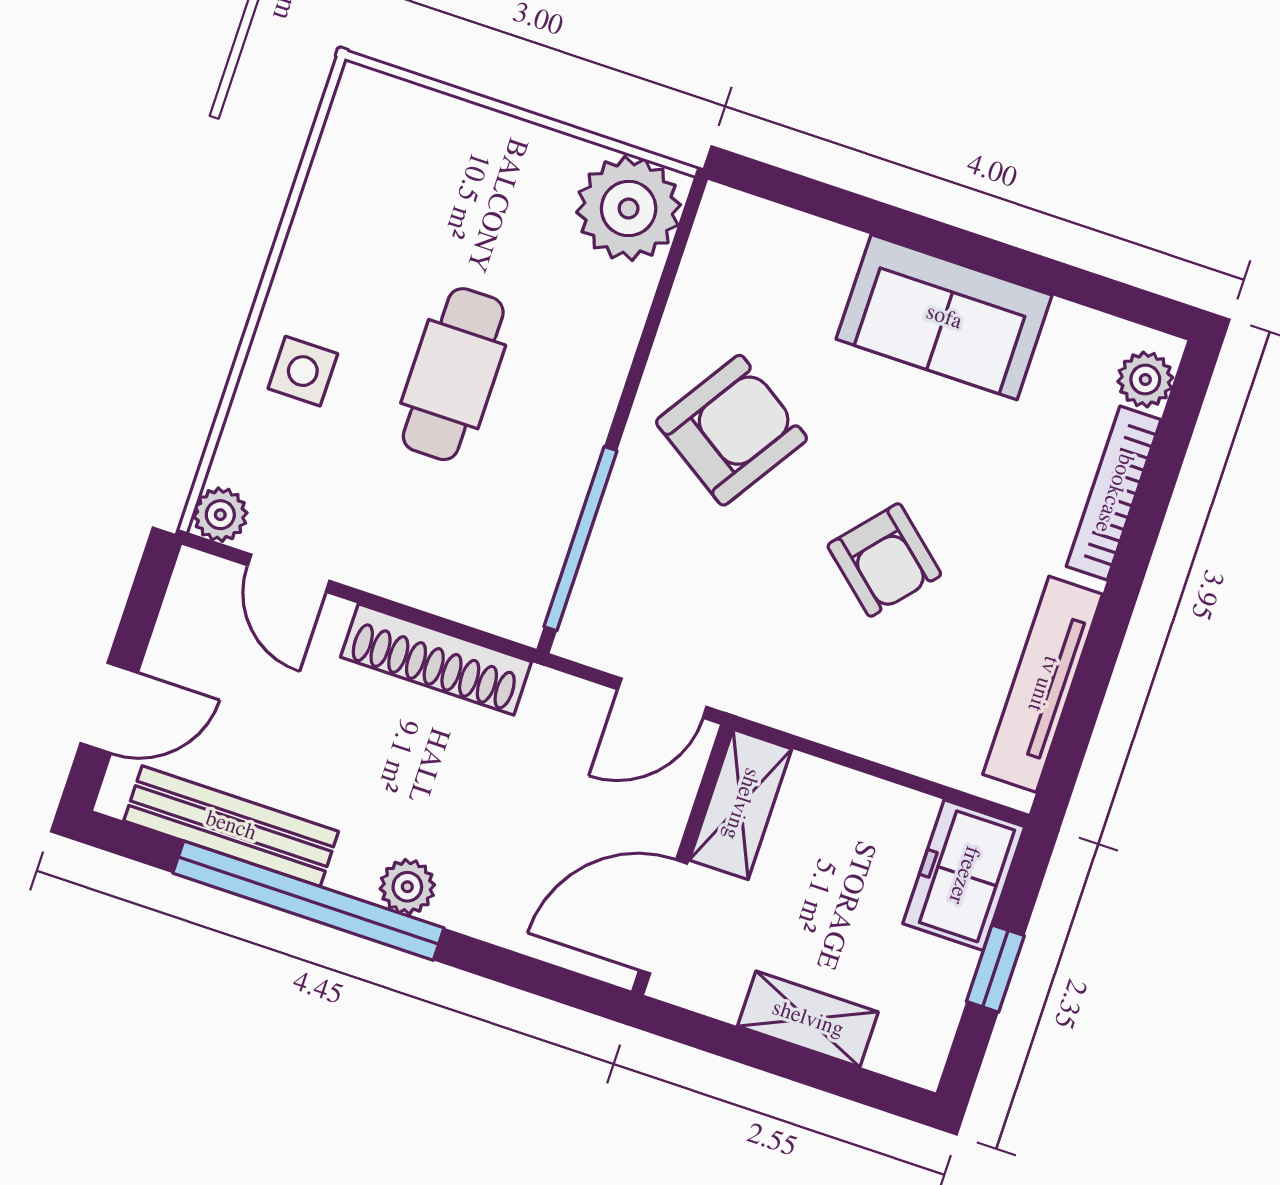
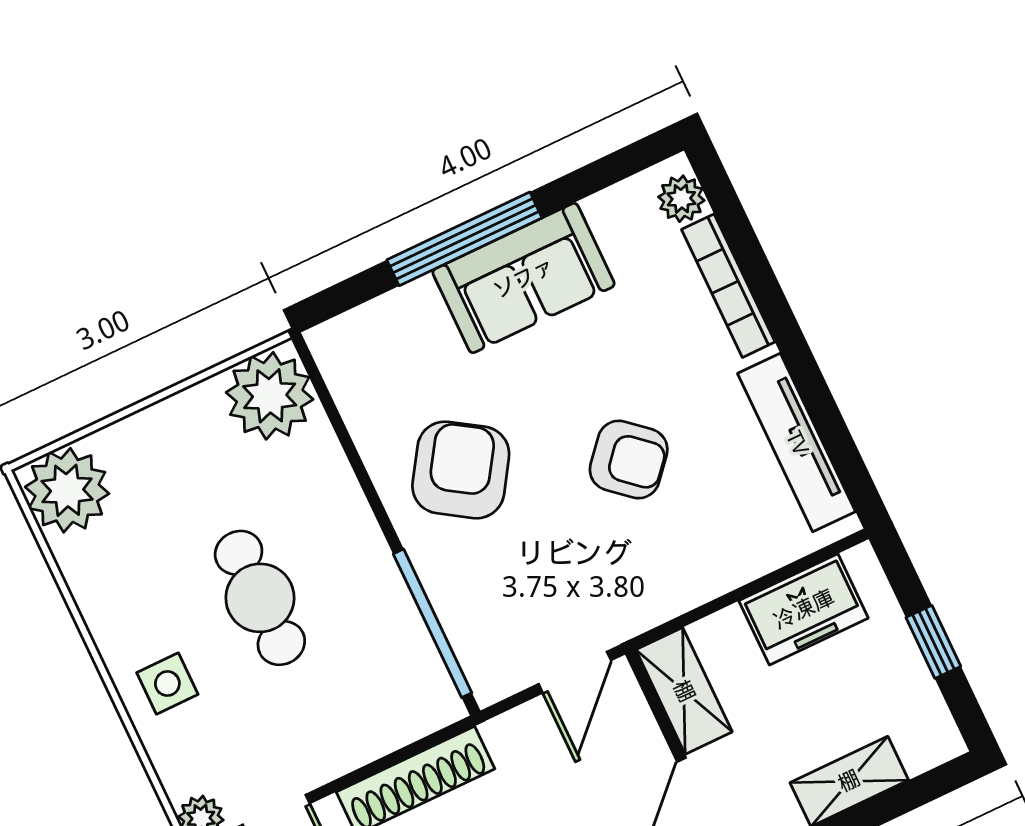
plant: (376, 122) -> (67, 490), added
window: (926, 235) -> (464, 239), added
freezer: (964, 875) -> (804, 609), moved, turned -90

